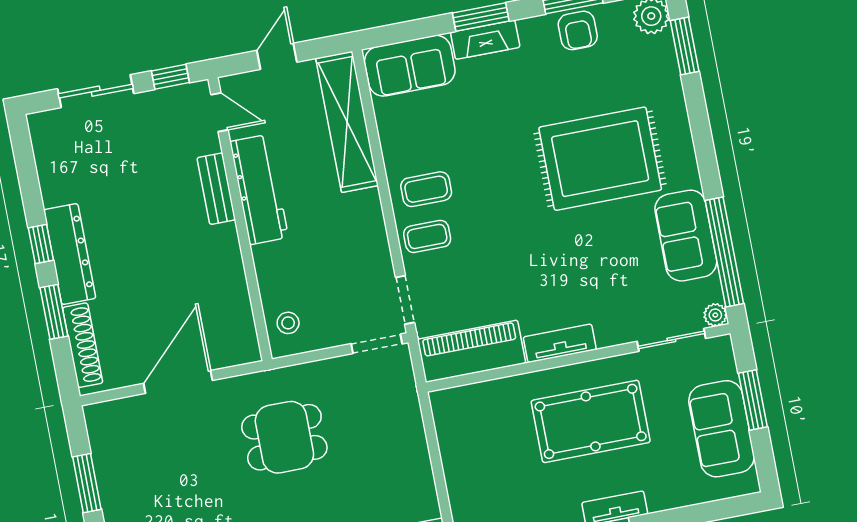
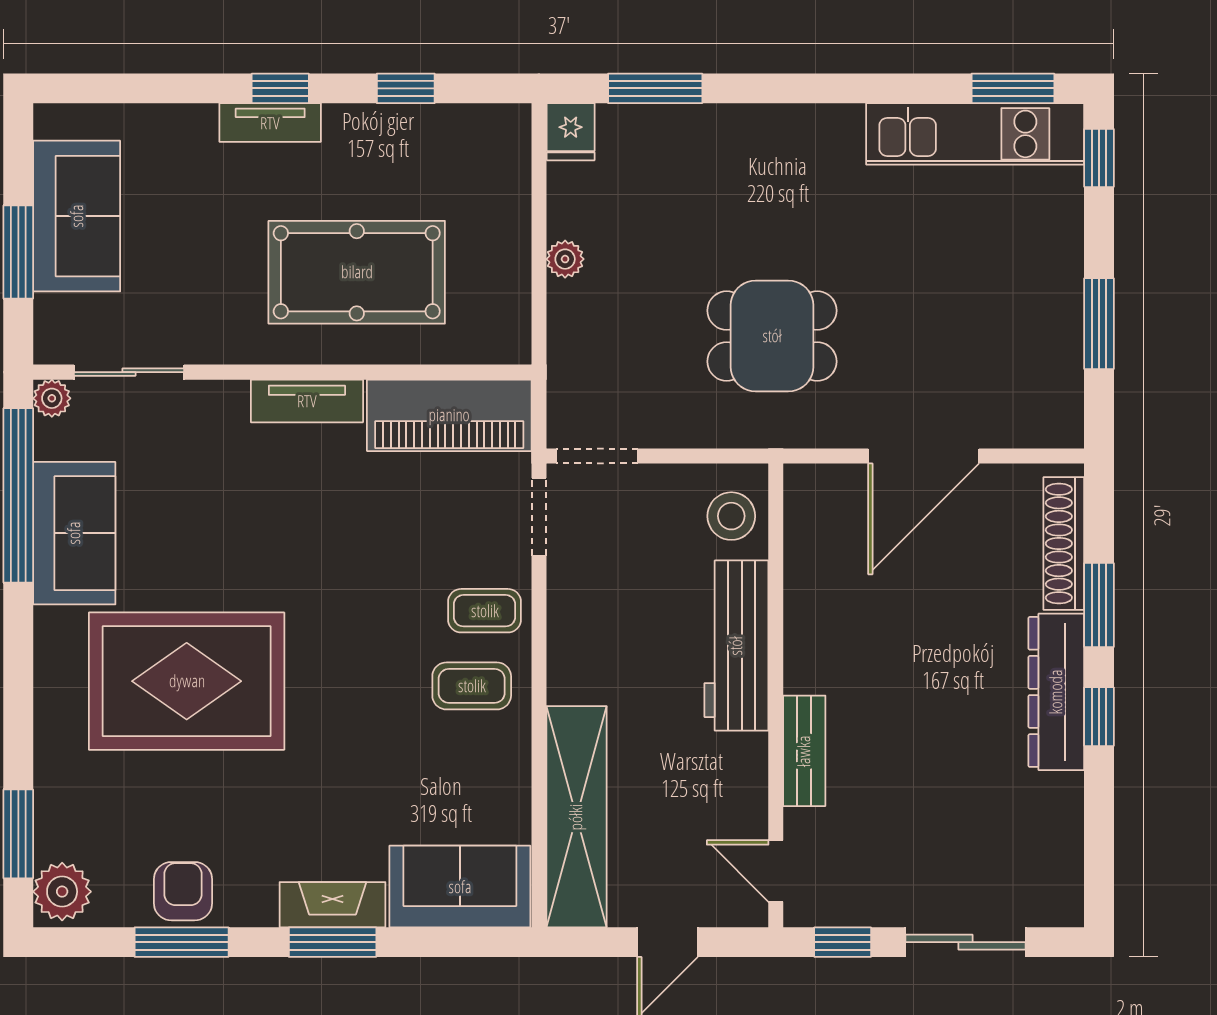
workbench: (259, 189) -> (736, 646), moved
stool: (288, 323) -> (731, 516), width x1.37, depth x1.37
pool table: (591, 421) -> (357, 272), moved
plant: (419, 460) -> (565, 259), added

